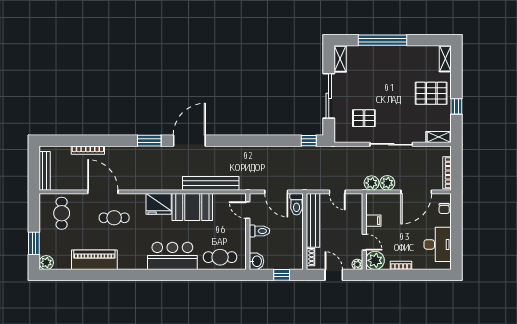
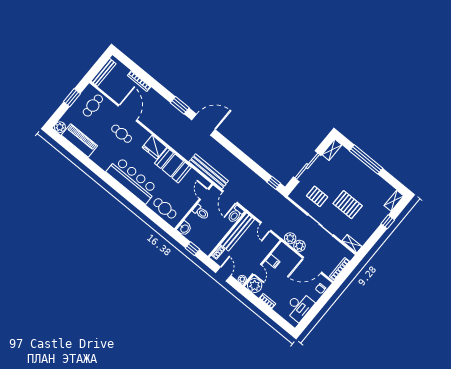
pallet: (431, 93) -> (348, 205), moved
window: (456, 106) -> (388, 222), moved
bench: (211, 183) -> (209, 171), moved
window: (34, 243) -> (72, 98), moved
bar counter: (172, 256) -> (132, 180), width x1.36
piano: (94, 260) -> (79, 140), moved

